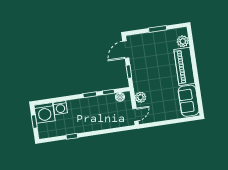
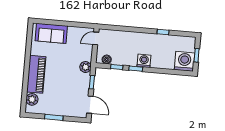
door: (126, 50) -> (90, 105), hinge flipped
plant: (140, 97) -> (85, 67), moved
sofa: (189, 101) -> (51, 33), moved, turned 90
washing machine: (60, 108) -> (144, 61), moved

